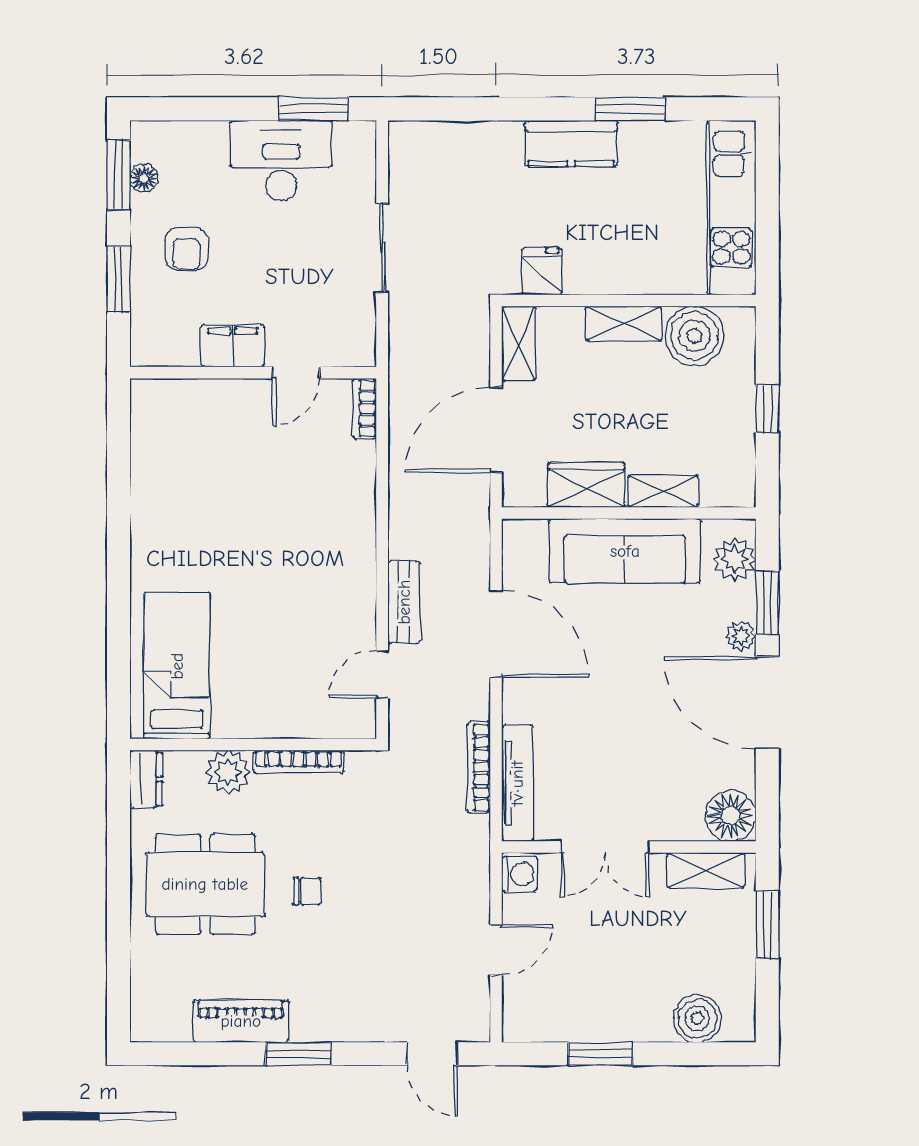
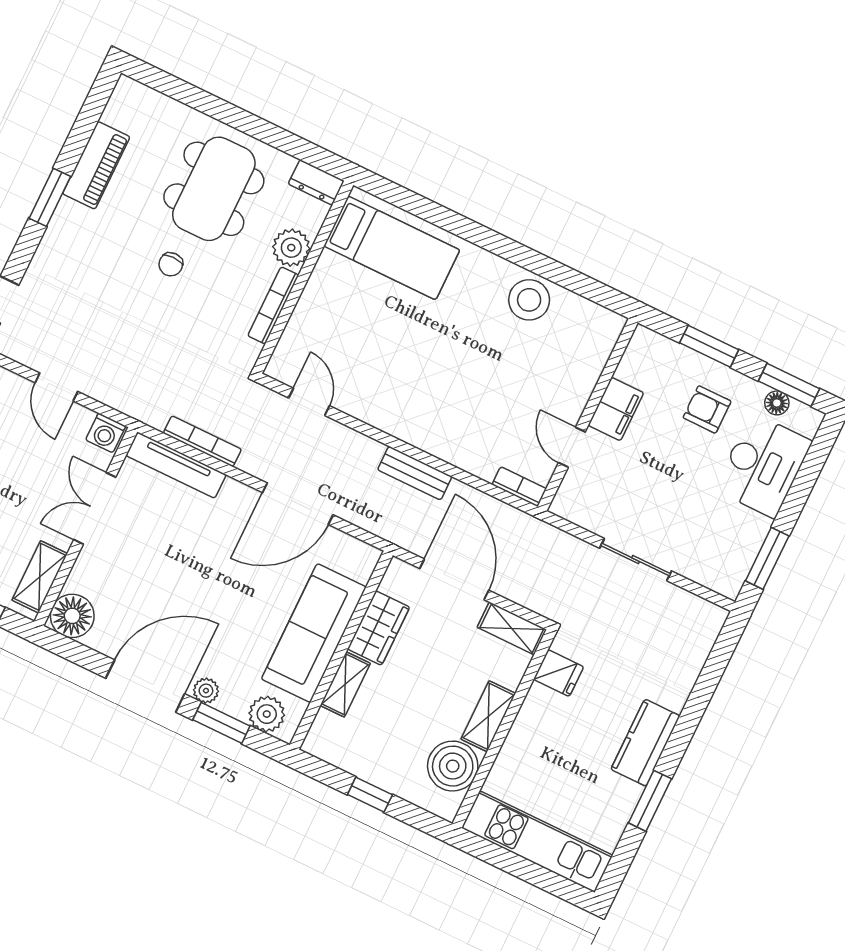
desk: (281, 161) -> (763, 465), moved
stool: (162, 494) -> (529, 300), added
bench: (404, 602) -> (415, 473), moved

